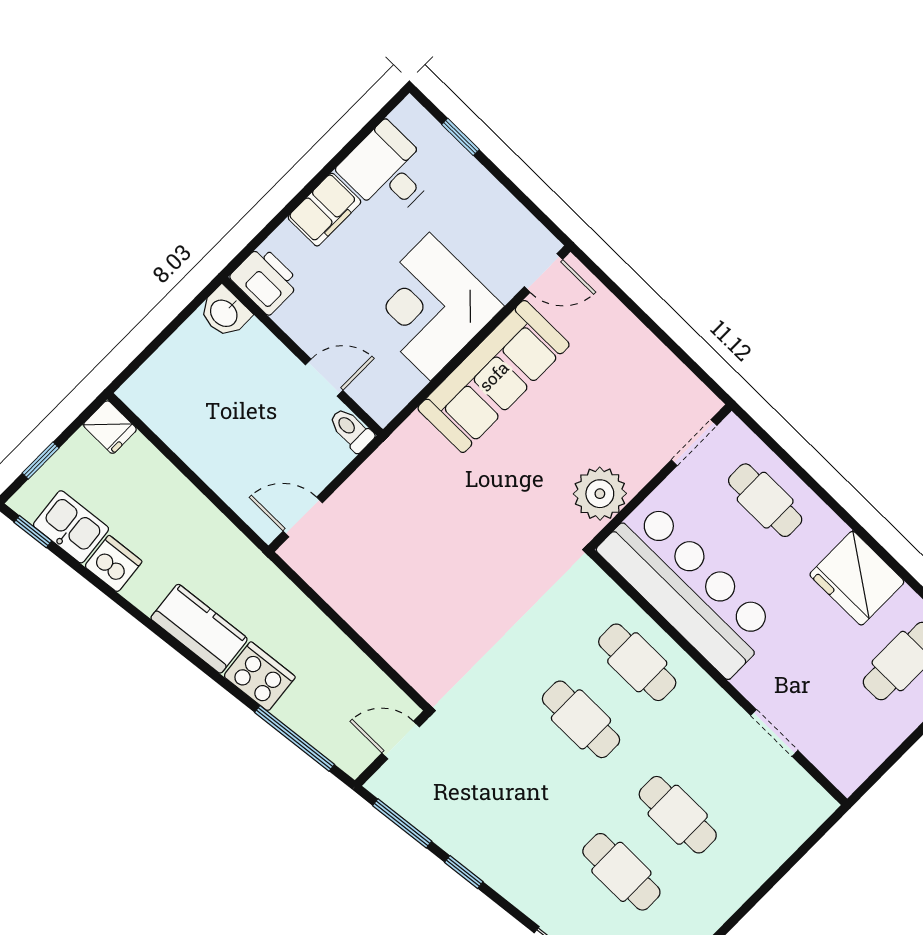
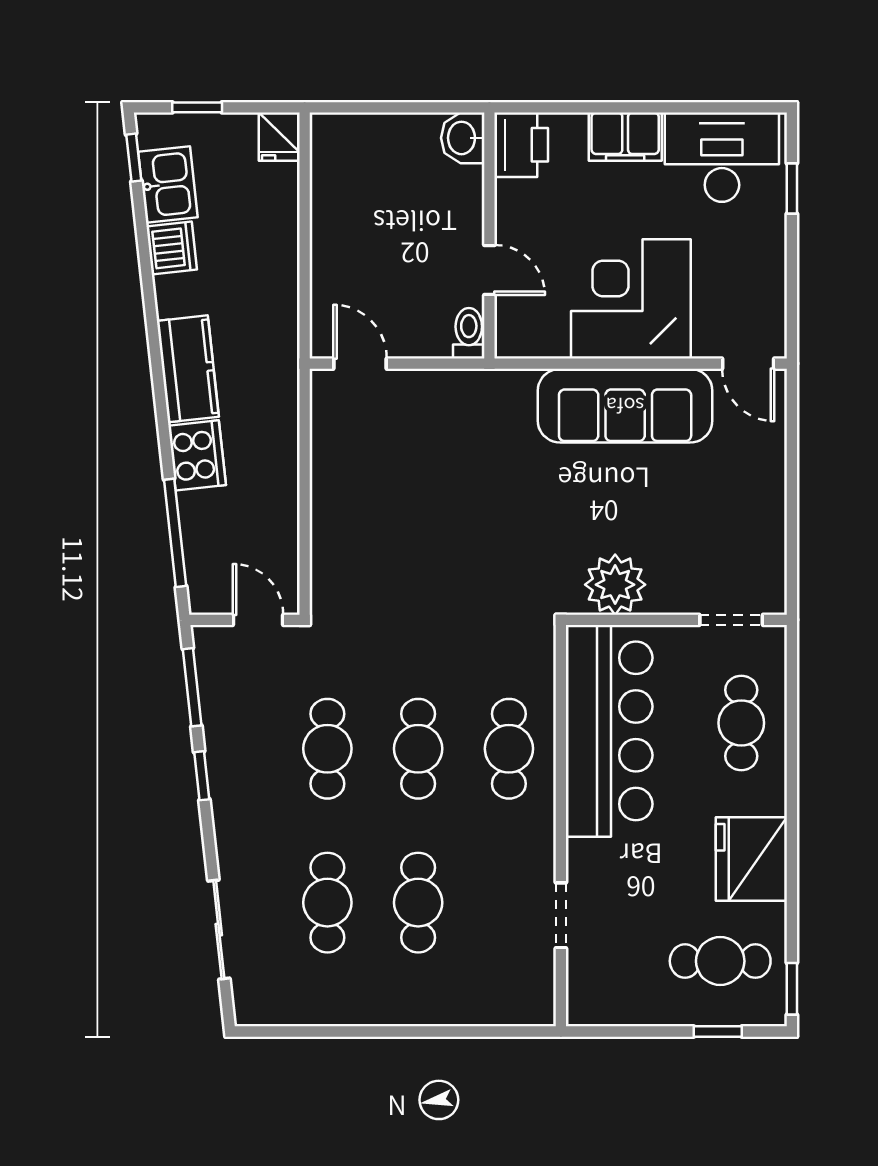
desk: (388, 171) -> (722, 157), width x1.37
cafe table: (525, 776) -> (327, 749), added

